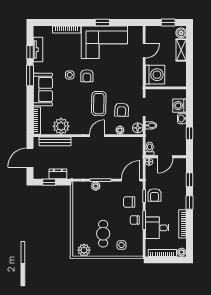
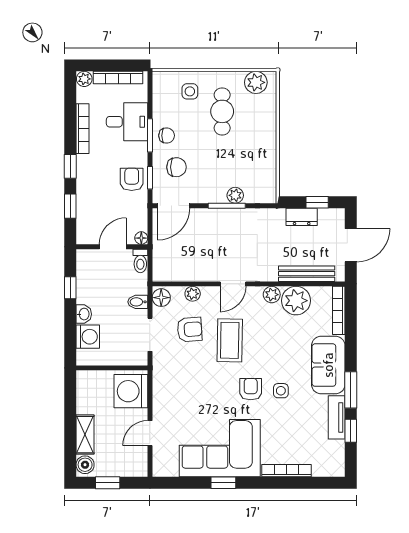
tv unit: (38, 50) -> (337, 417), moved
armchair: (122, 110) -> (190, 329), turned 84
plant: (75, 130) -> (272, 295), added

